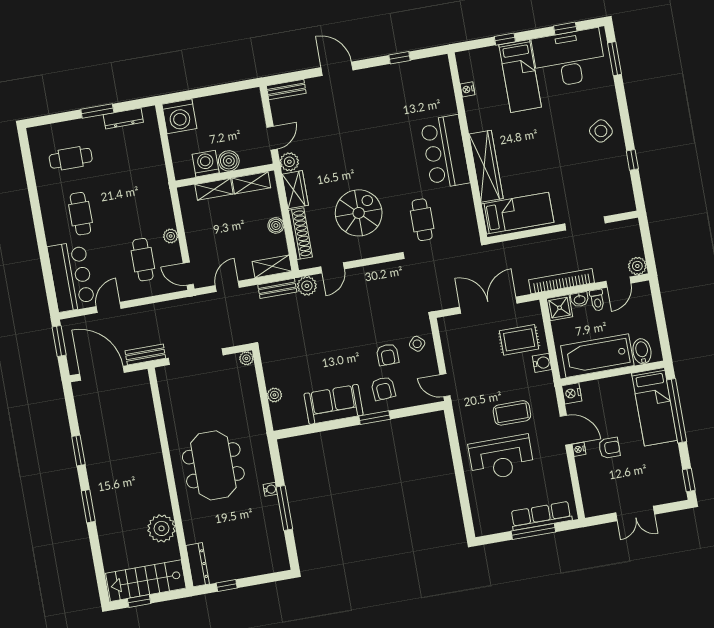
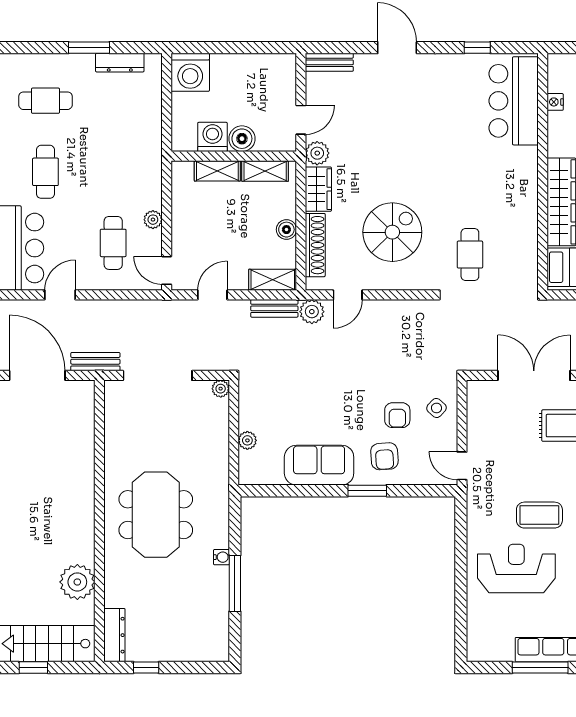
bar counter: (445, 152) -> (514, 101), moved
reception desk: (501, 458) -> (516, 568), turned 180

